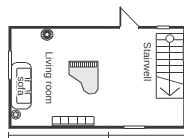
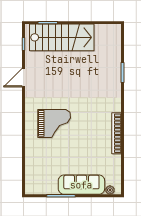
floor lamp: (47, 35) -> (31, 159), removed
grand piano: (84, 78) -> (54, 123), moved

